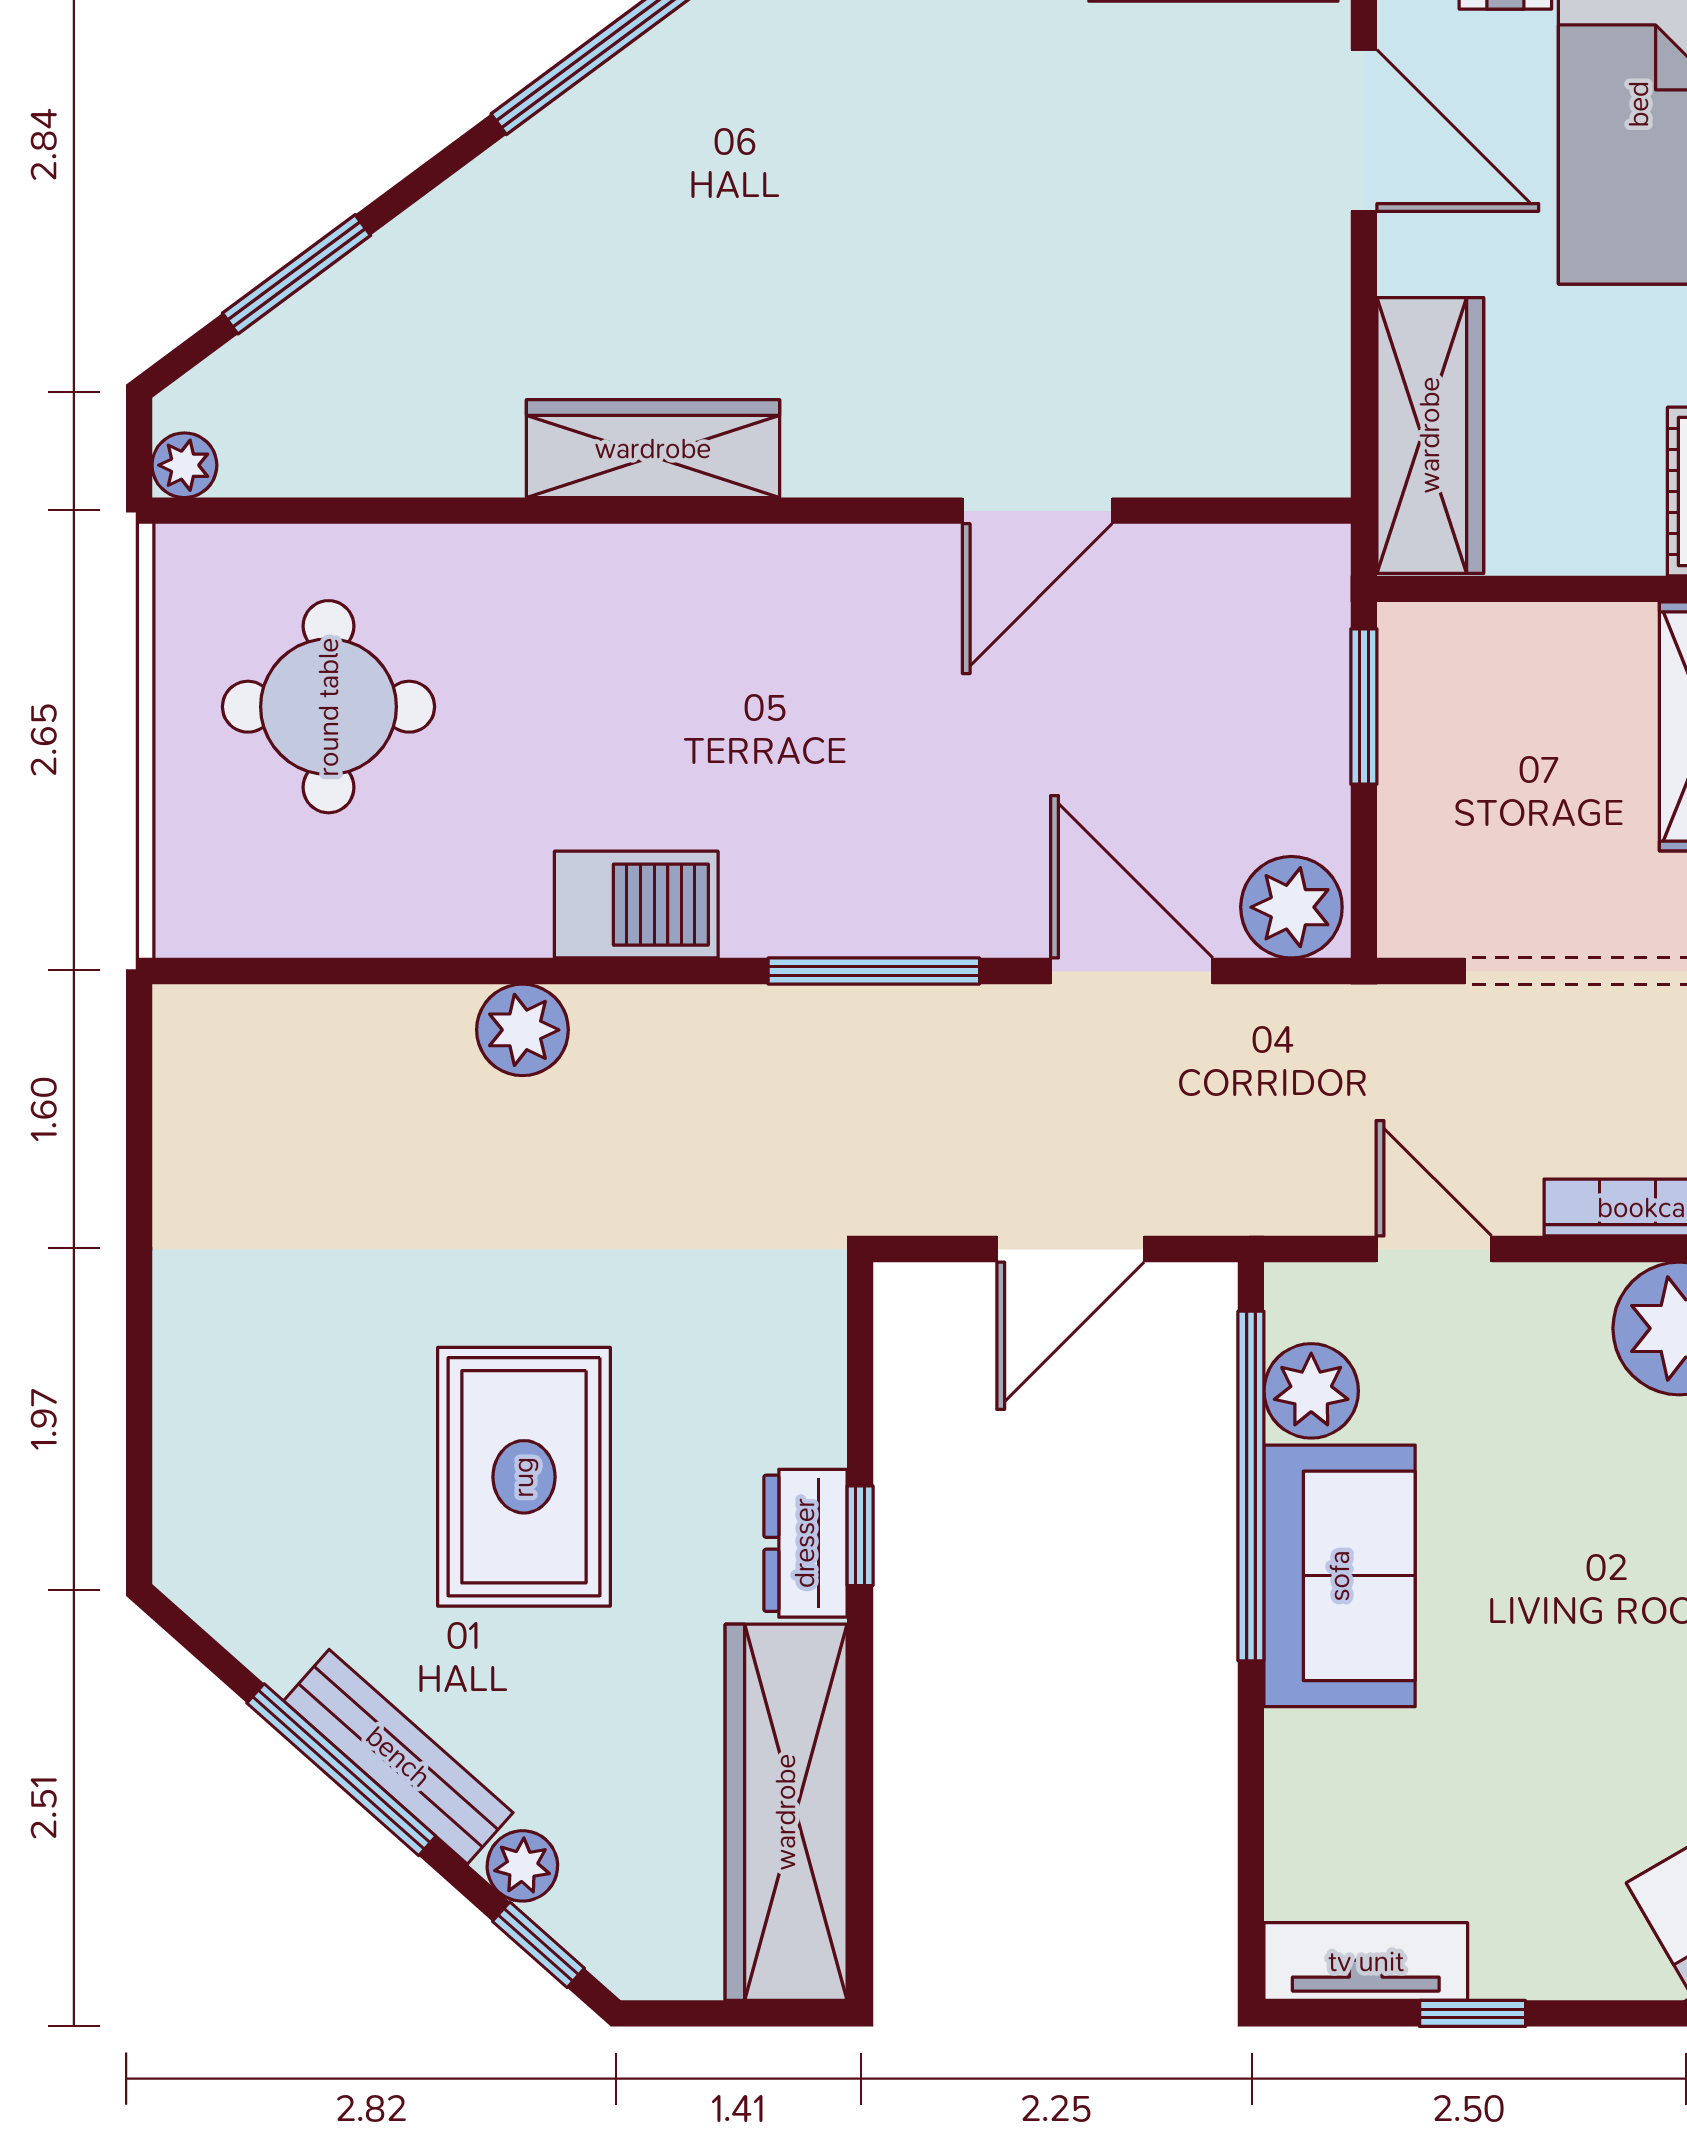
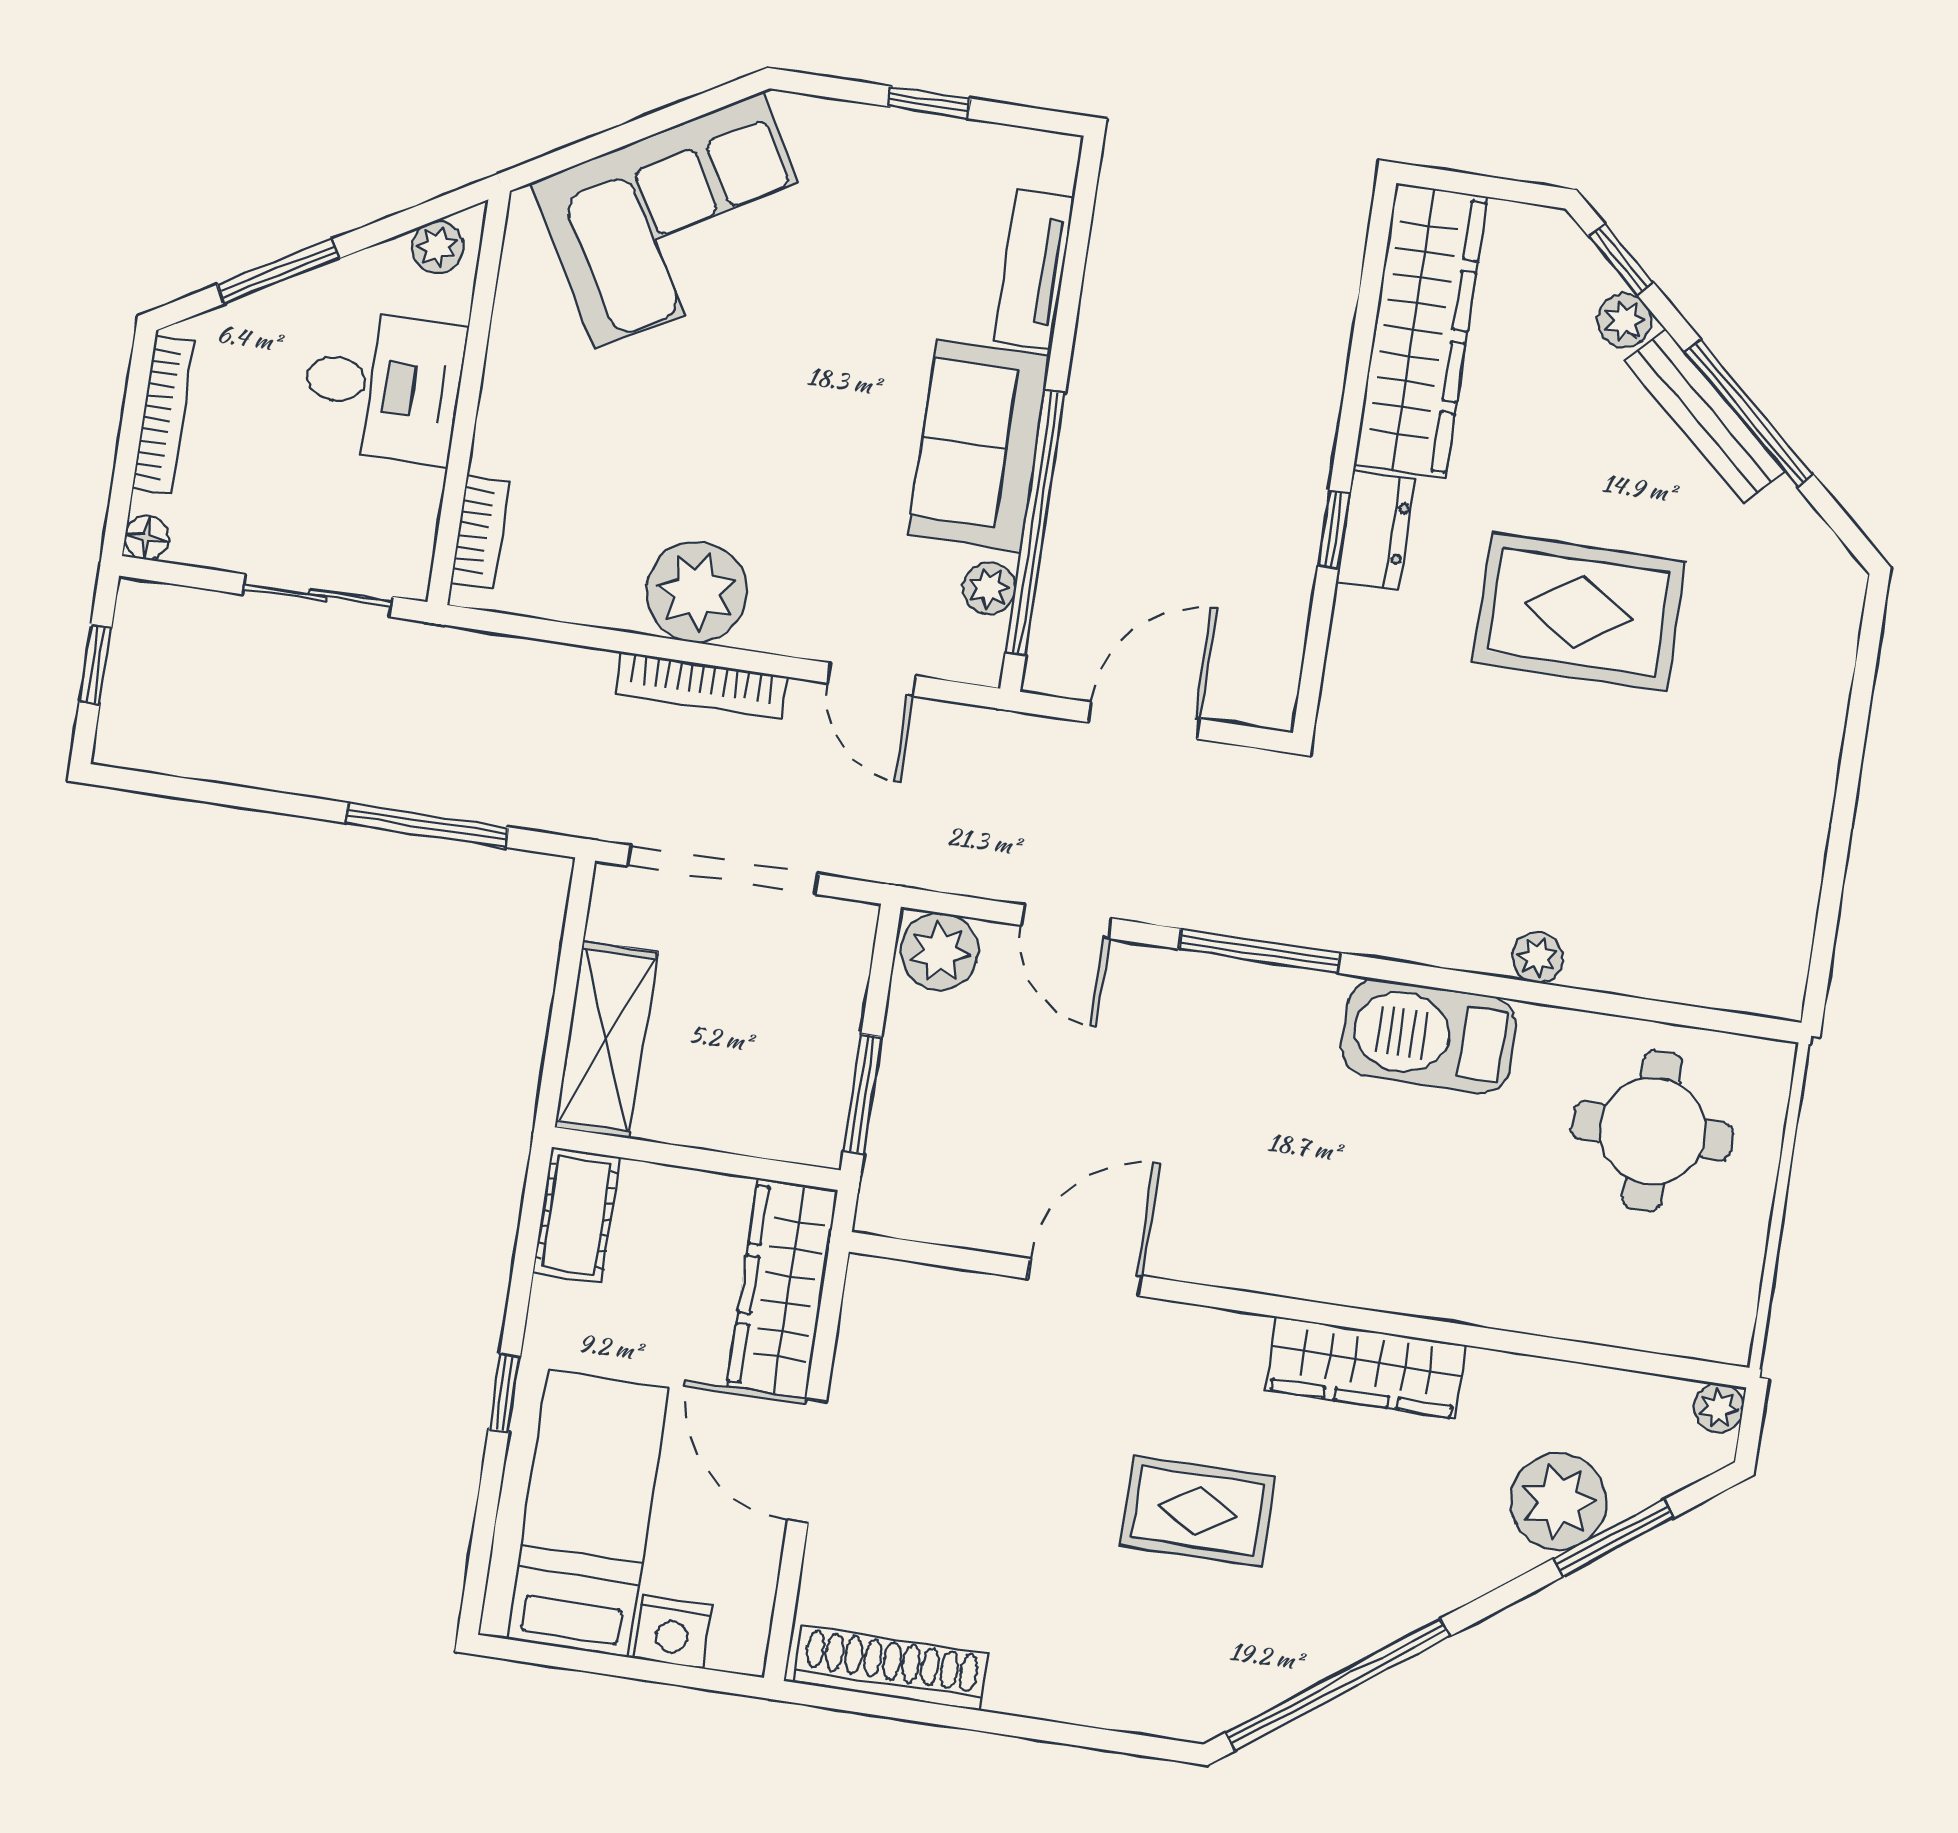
door: (1364, 130) -> (807, 1461), moved
rug: (844, 228) -> (1198, 1511), added
plant: (375, 311) -> (1559, 1502), added
round table: (329, 707) -> (1652, 1131), moved
barbecue: (636, 905) -> (1429, 1036), width x1.37, depth x1.21
door: (1132, 971) -> (1066, 922), width x0.73
plant: (522, 1030) -> (1537, 957), width x0.73, depth x0.73
plant: (1311, 1391) -> (989, 588), width x0.73, depth x0.73
rug: (524, 1477) -> (1579, 612), turned 90
tv unit: (1366, 1962) -> (1034, 270), moved, turned 90

